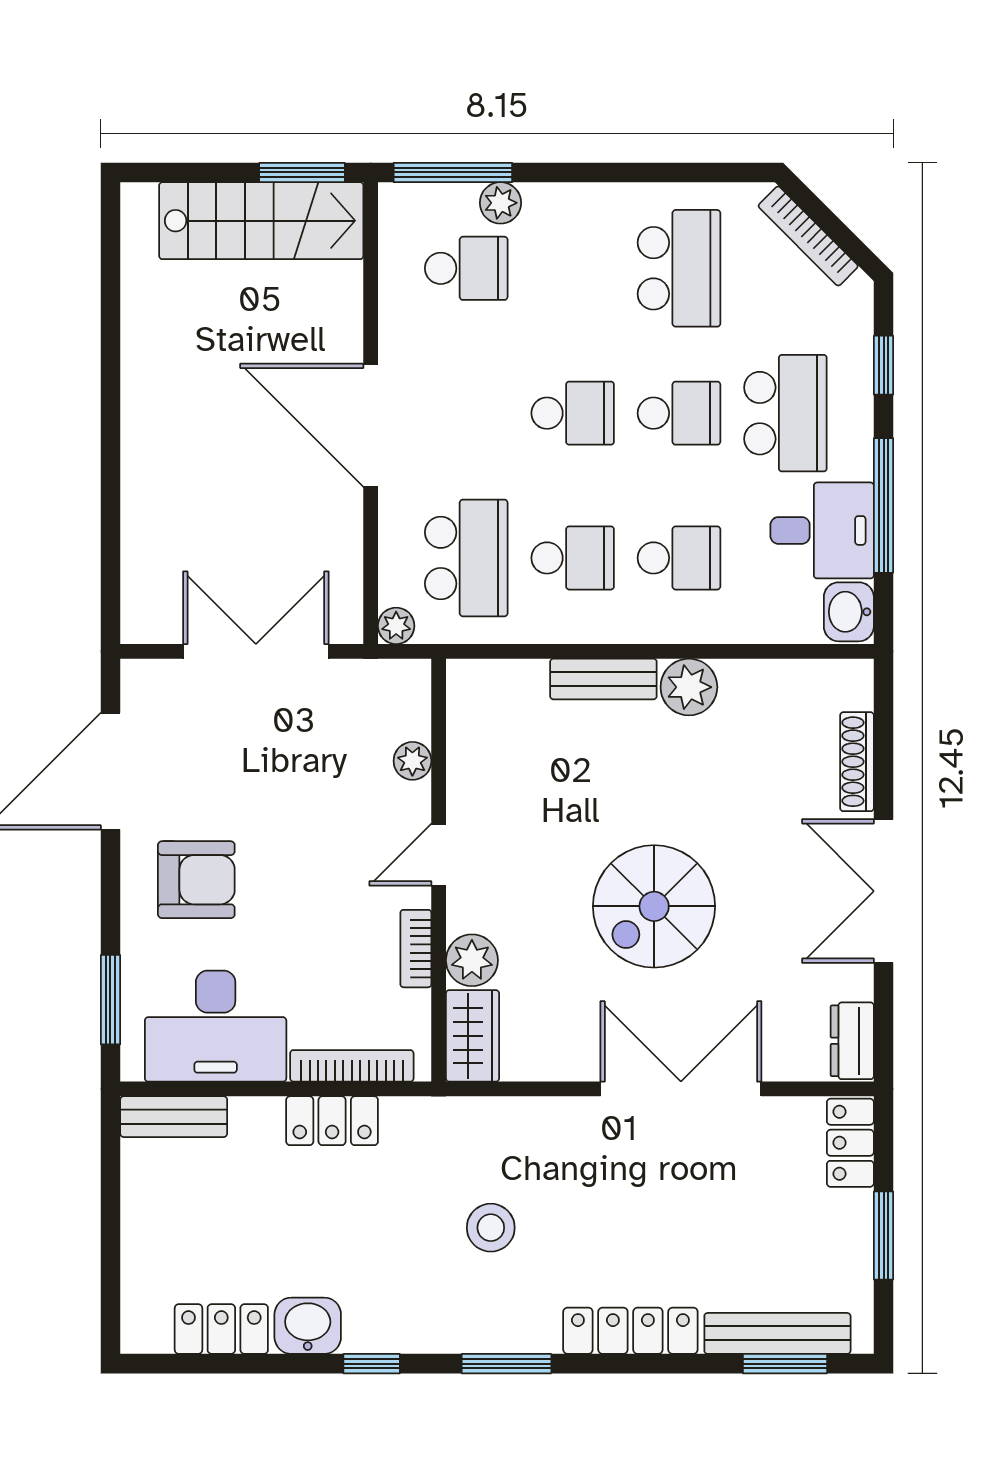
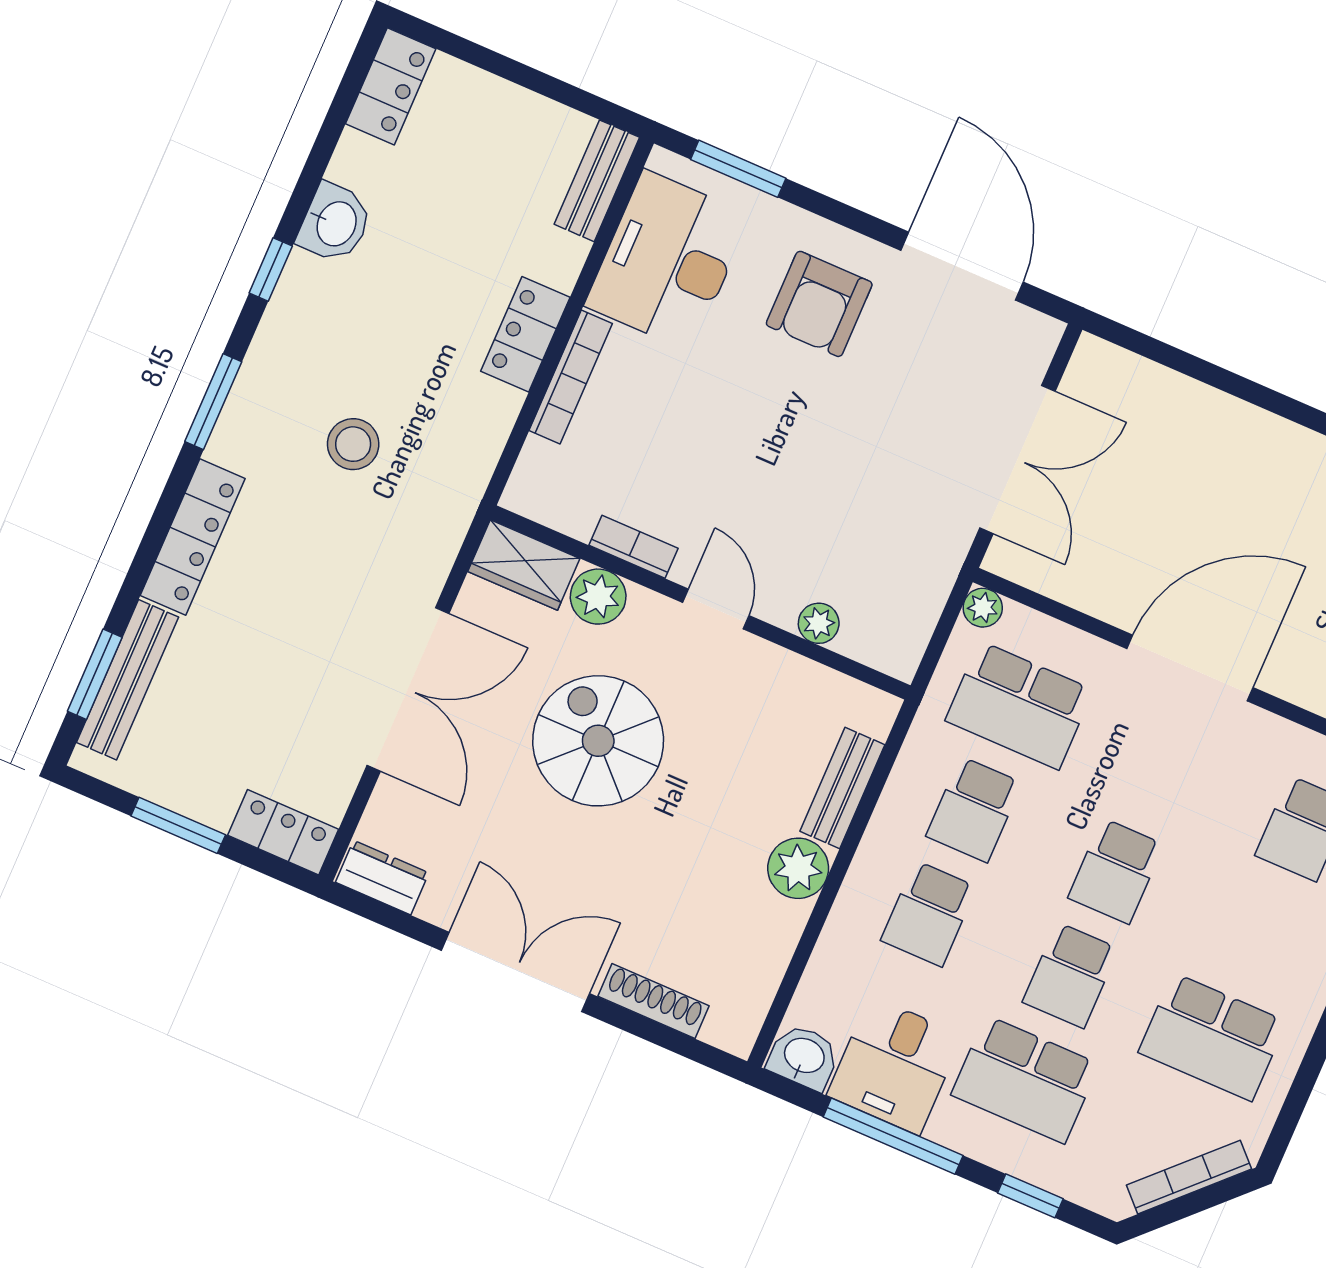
plant: (412, 761) -> (819, 623), moved
door: (439, 855) -> (716, 609), moved
wall: (439, 870) -> (701, 602), moved
bookcase: (416, 949) -> (633, 547), moved
plant: (472, 960) -> (598, 597), moved
wardrobe: (473, 1036) -> (524, 565), moved
locker: (221, 1329) -> (391, 86), moved

